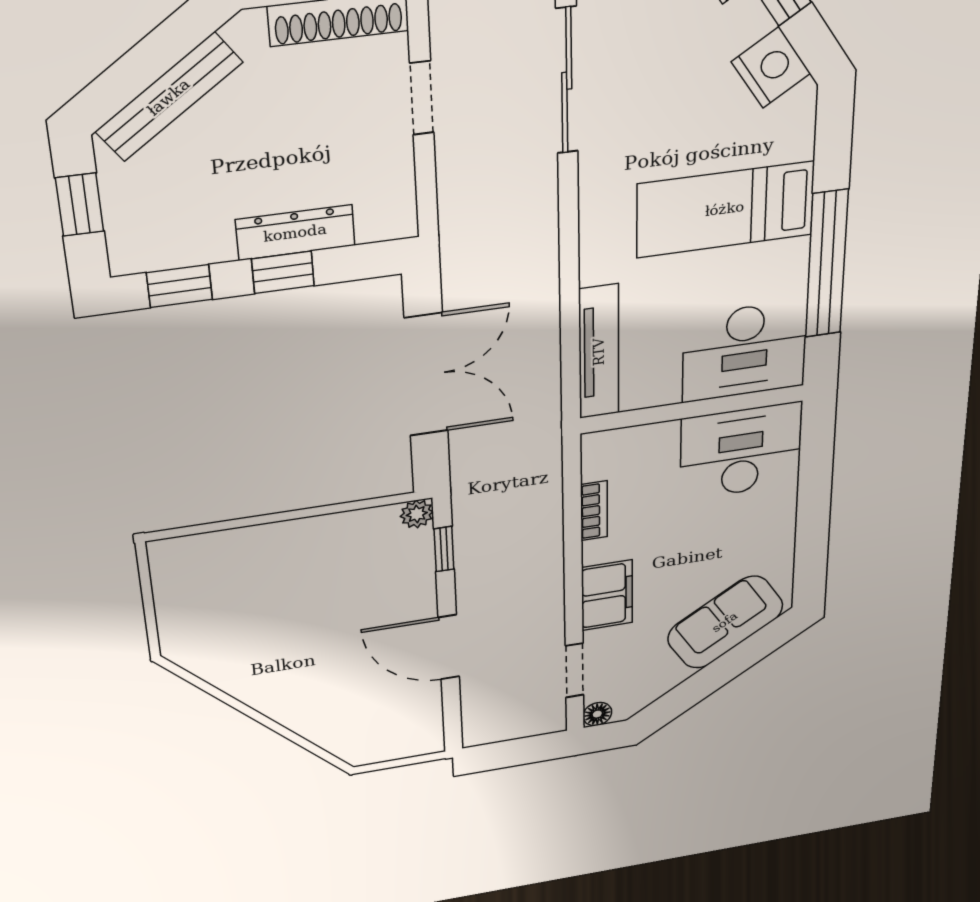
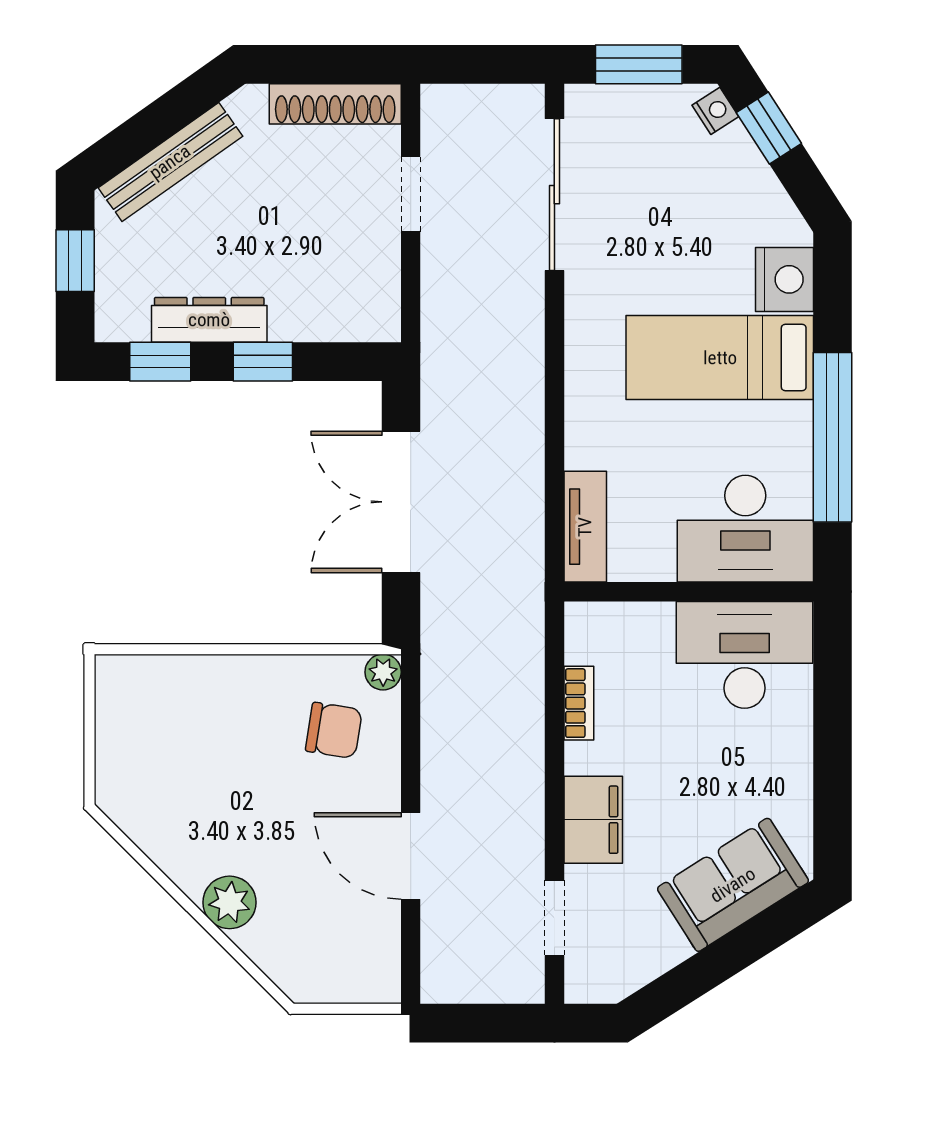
nightstand: (771, 68) -> (785, 279), moved, turned 33
dresser: (295, 233) -> (209, 320), moved
tv unit: (599, 352) -> (585, 527), width x0.71
double door: (426, 375) -> (401, 502), swing flipped
window: (444, 549) -> (411, 723), removed
chair: (375, 566) -> (334, 730), added
plant: (291, 707) -> (230, 902), added
floor lamp: (597, 714) -> (581, 987), removed

